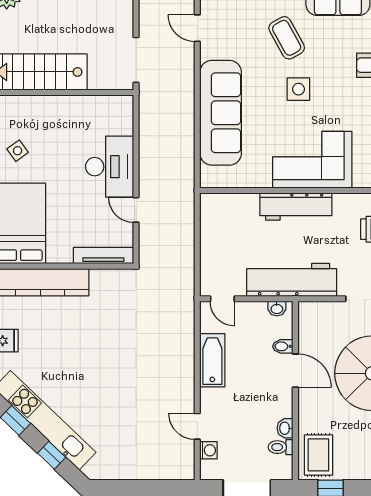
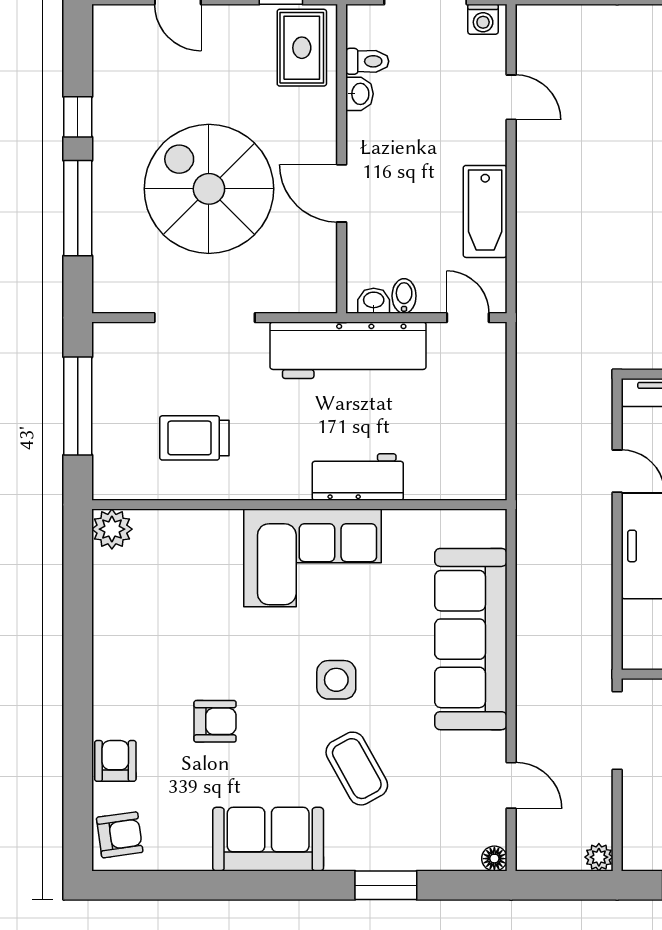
workbench: (296, 207) -> (358, 477), width x0.73
bidet: (283, 346) -> (404, 296), moved, turned -90
washing machine: (208, 450) -> (483, 19), moved, turned -90

